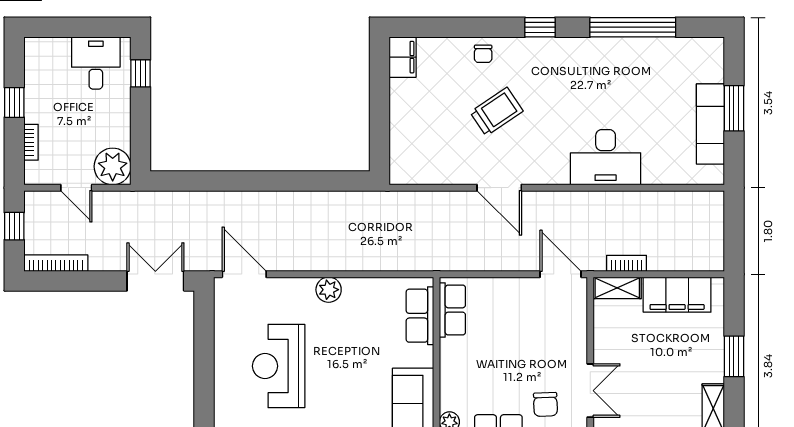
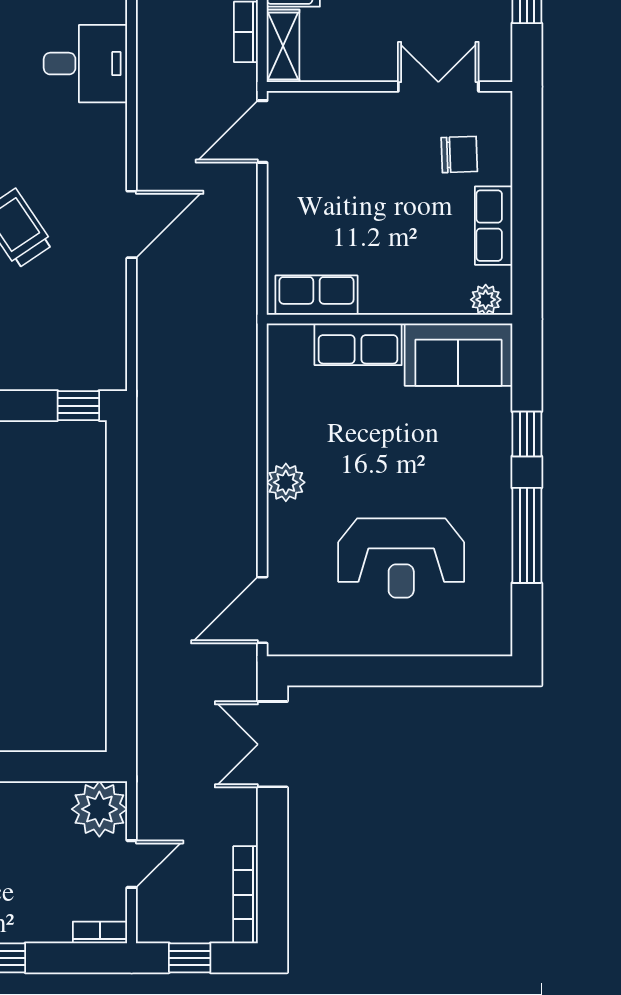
bookcase: (31, 142) -> (100, 932), moved
window: (379, 153) -> (78, 406), added
desk: (606, 157) -> (85, 64), width x0.73
row of seats: (420, 316) -> (358, 344), moved

